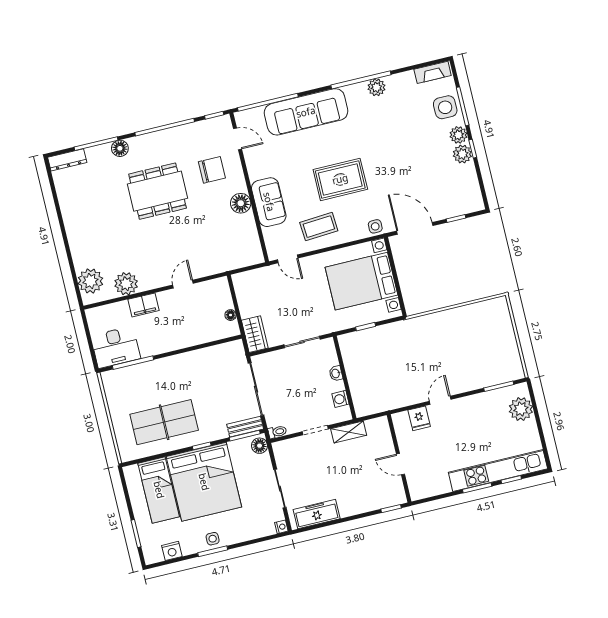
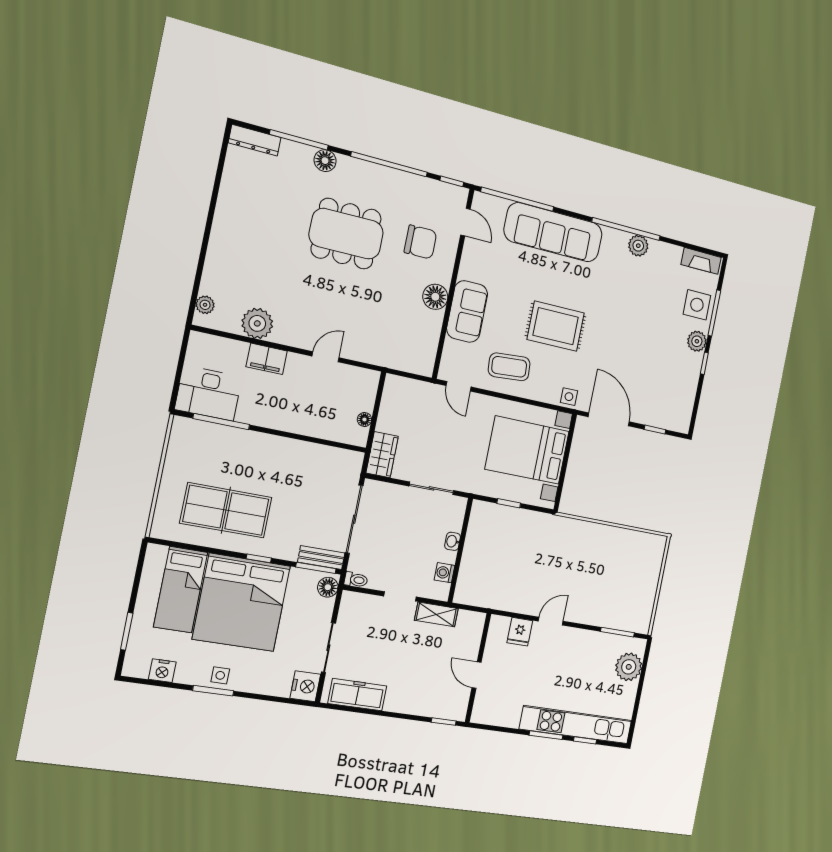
plant: (462, 154) -> (692, 364), removed
plant: (90, 281) -> (205, 305), width x0.53, depth x0.53
nightstand: (281, 527) -> (305, 686), width x1.89, depth x1.79

